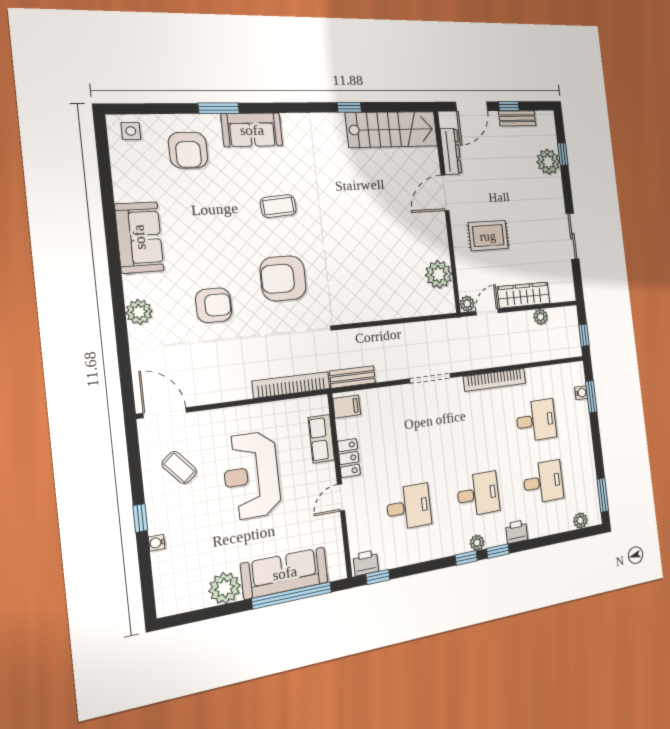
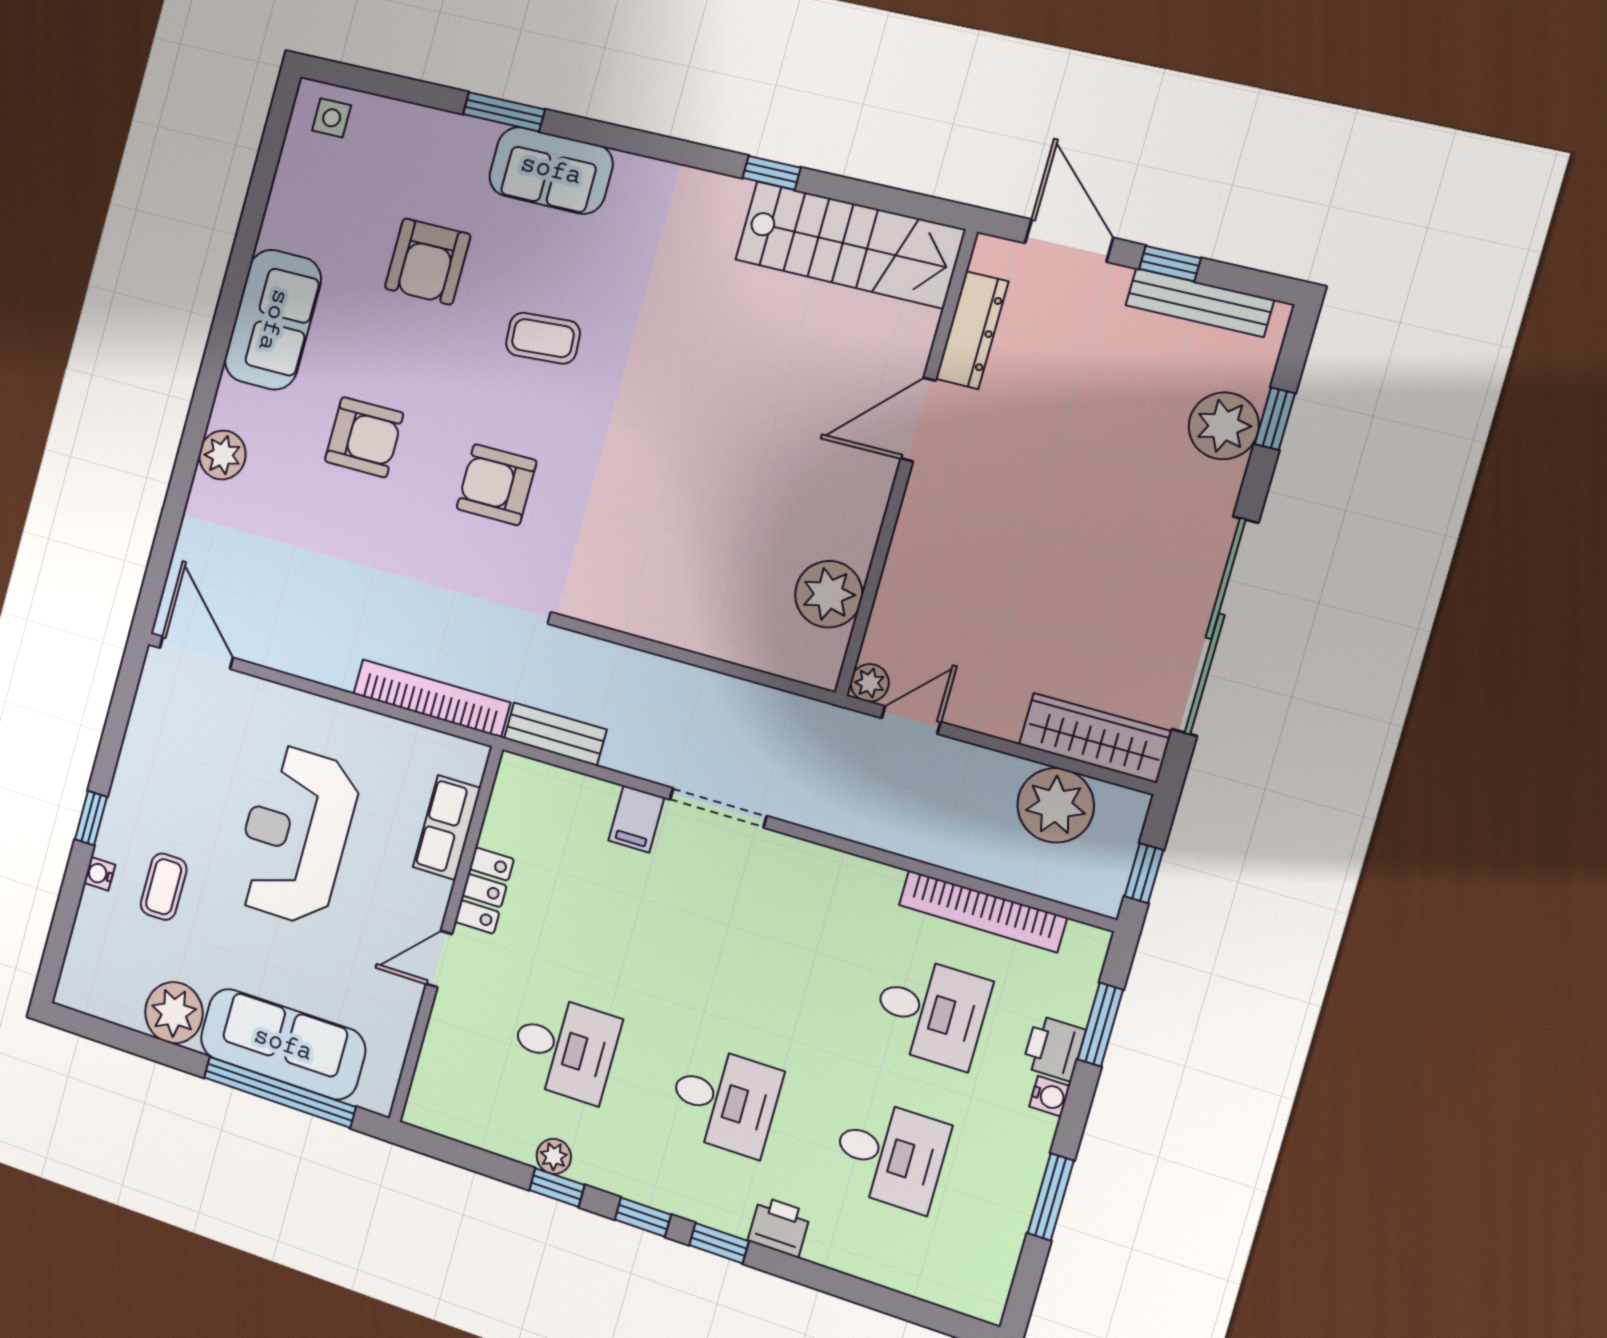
door: (472, 106) -> (1069, 240), swing flipped
bench: (517, 118) -> (1200, 302), width x1.36
armchair: (188, 150) -> (428, 261), moved
rug: (488, 236) -> (986, 550), removed
sliding door: (572, 236) -> (1215, 626), width x1.86
armchair: (283, 278) -> (497, 485), width x0.73, depth x0.73
wardrobe: (524, 295) -> (1095, 738), moved
armchair: (214, 305) -> (364, 437), moved
plant: (541, 317) -> (1056, 805), width x1.88, depth x1.88
bookcase: (495, 380) -> (982, 911), moved
water cooler: (581, 393) -> (1050, 1096), moved
filing cabinet: (347, 407) -> (636, 819), moved, turned 90
coffee table: (179, 468) -> (164, 887), moved, turned 40
window: (603, 495) -> (1051, 1197), moved
plant: (580, 520) -> (947, 1289), removed
plant: (477, 543) -> (554, 1156), moved
printer: (366, 563) -> (1054, 1048), moved, turned -90
window: (378, 577) -> (557, 1188), moved

